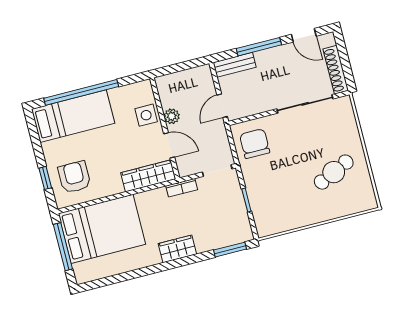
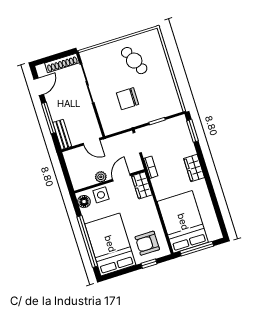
floor lamp: (138, 91) -> (84, 202), added
bed: (73, 116) -> (110, 244), width x1.50
chair: (255, 144) -> (128, 99), moved
wardrobe: (148, 176) -> (142, 185), width x0.67

